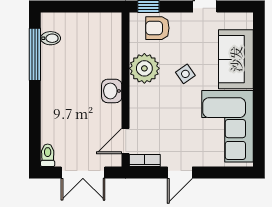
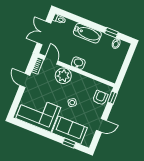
window: (259, 51) -> (69, 143), added
window: (35, 54) -> (111, 33), width x0.46
plant: (144, 68) -> (63, 76), moved
bathtub: (53, 96) -> (87, 33), added

